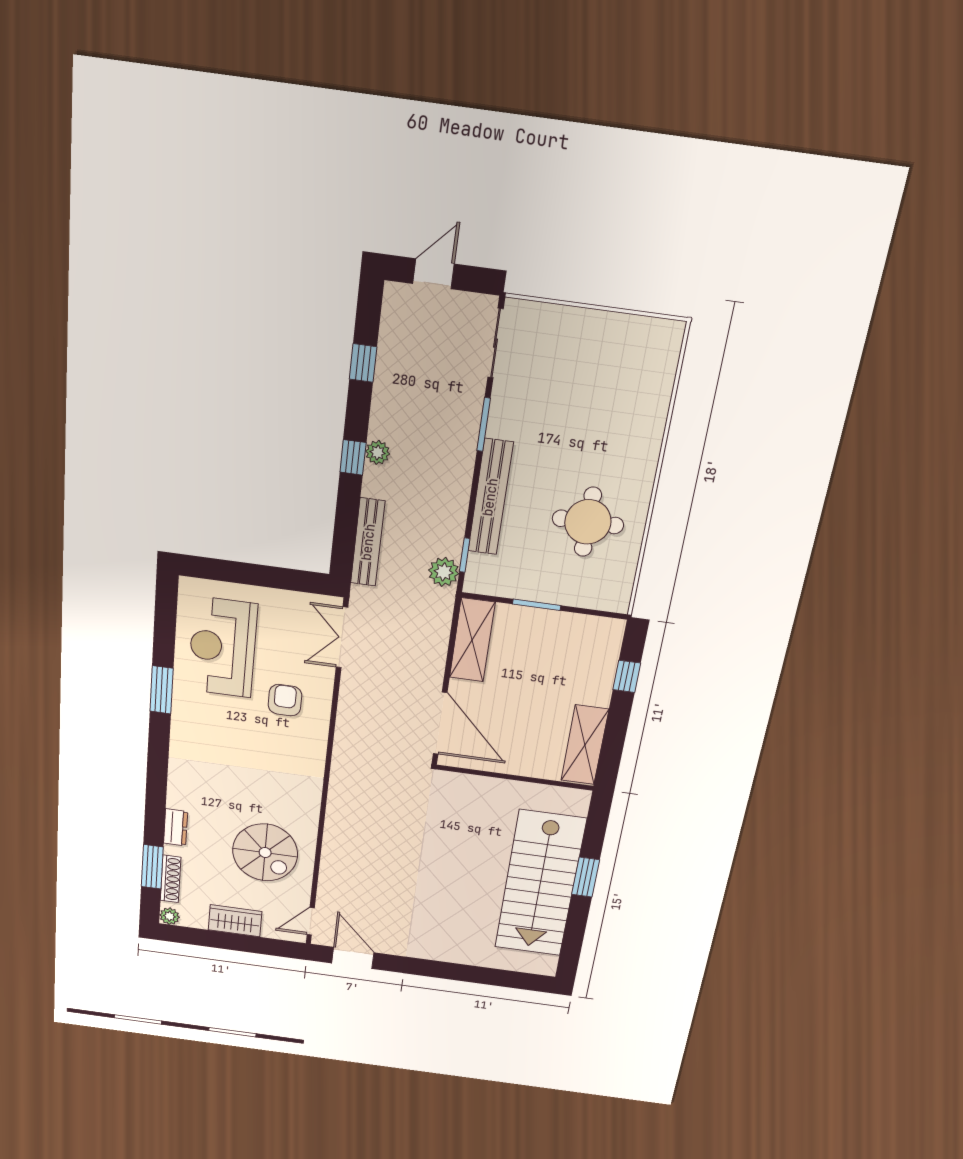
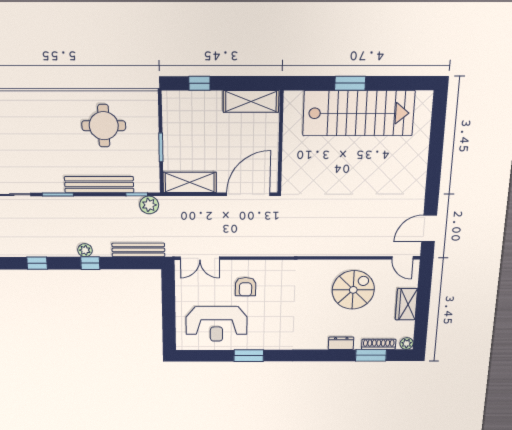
armchair: (285, 700) -> (246, 287), turned -90

